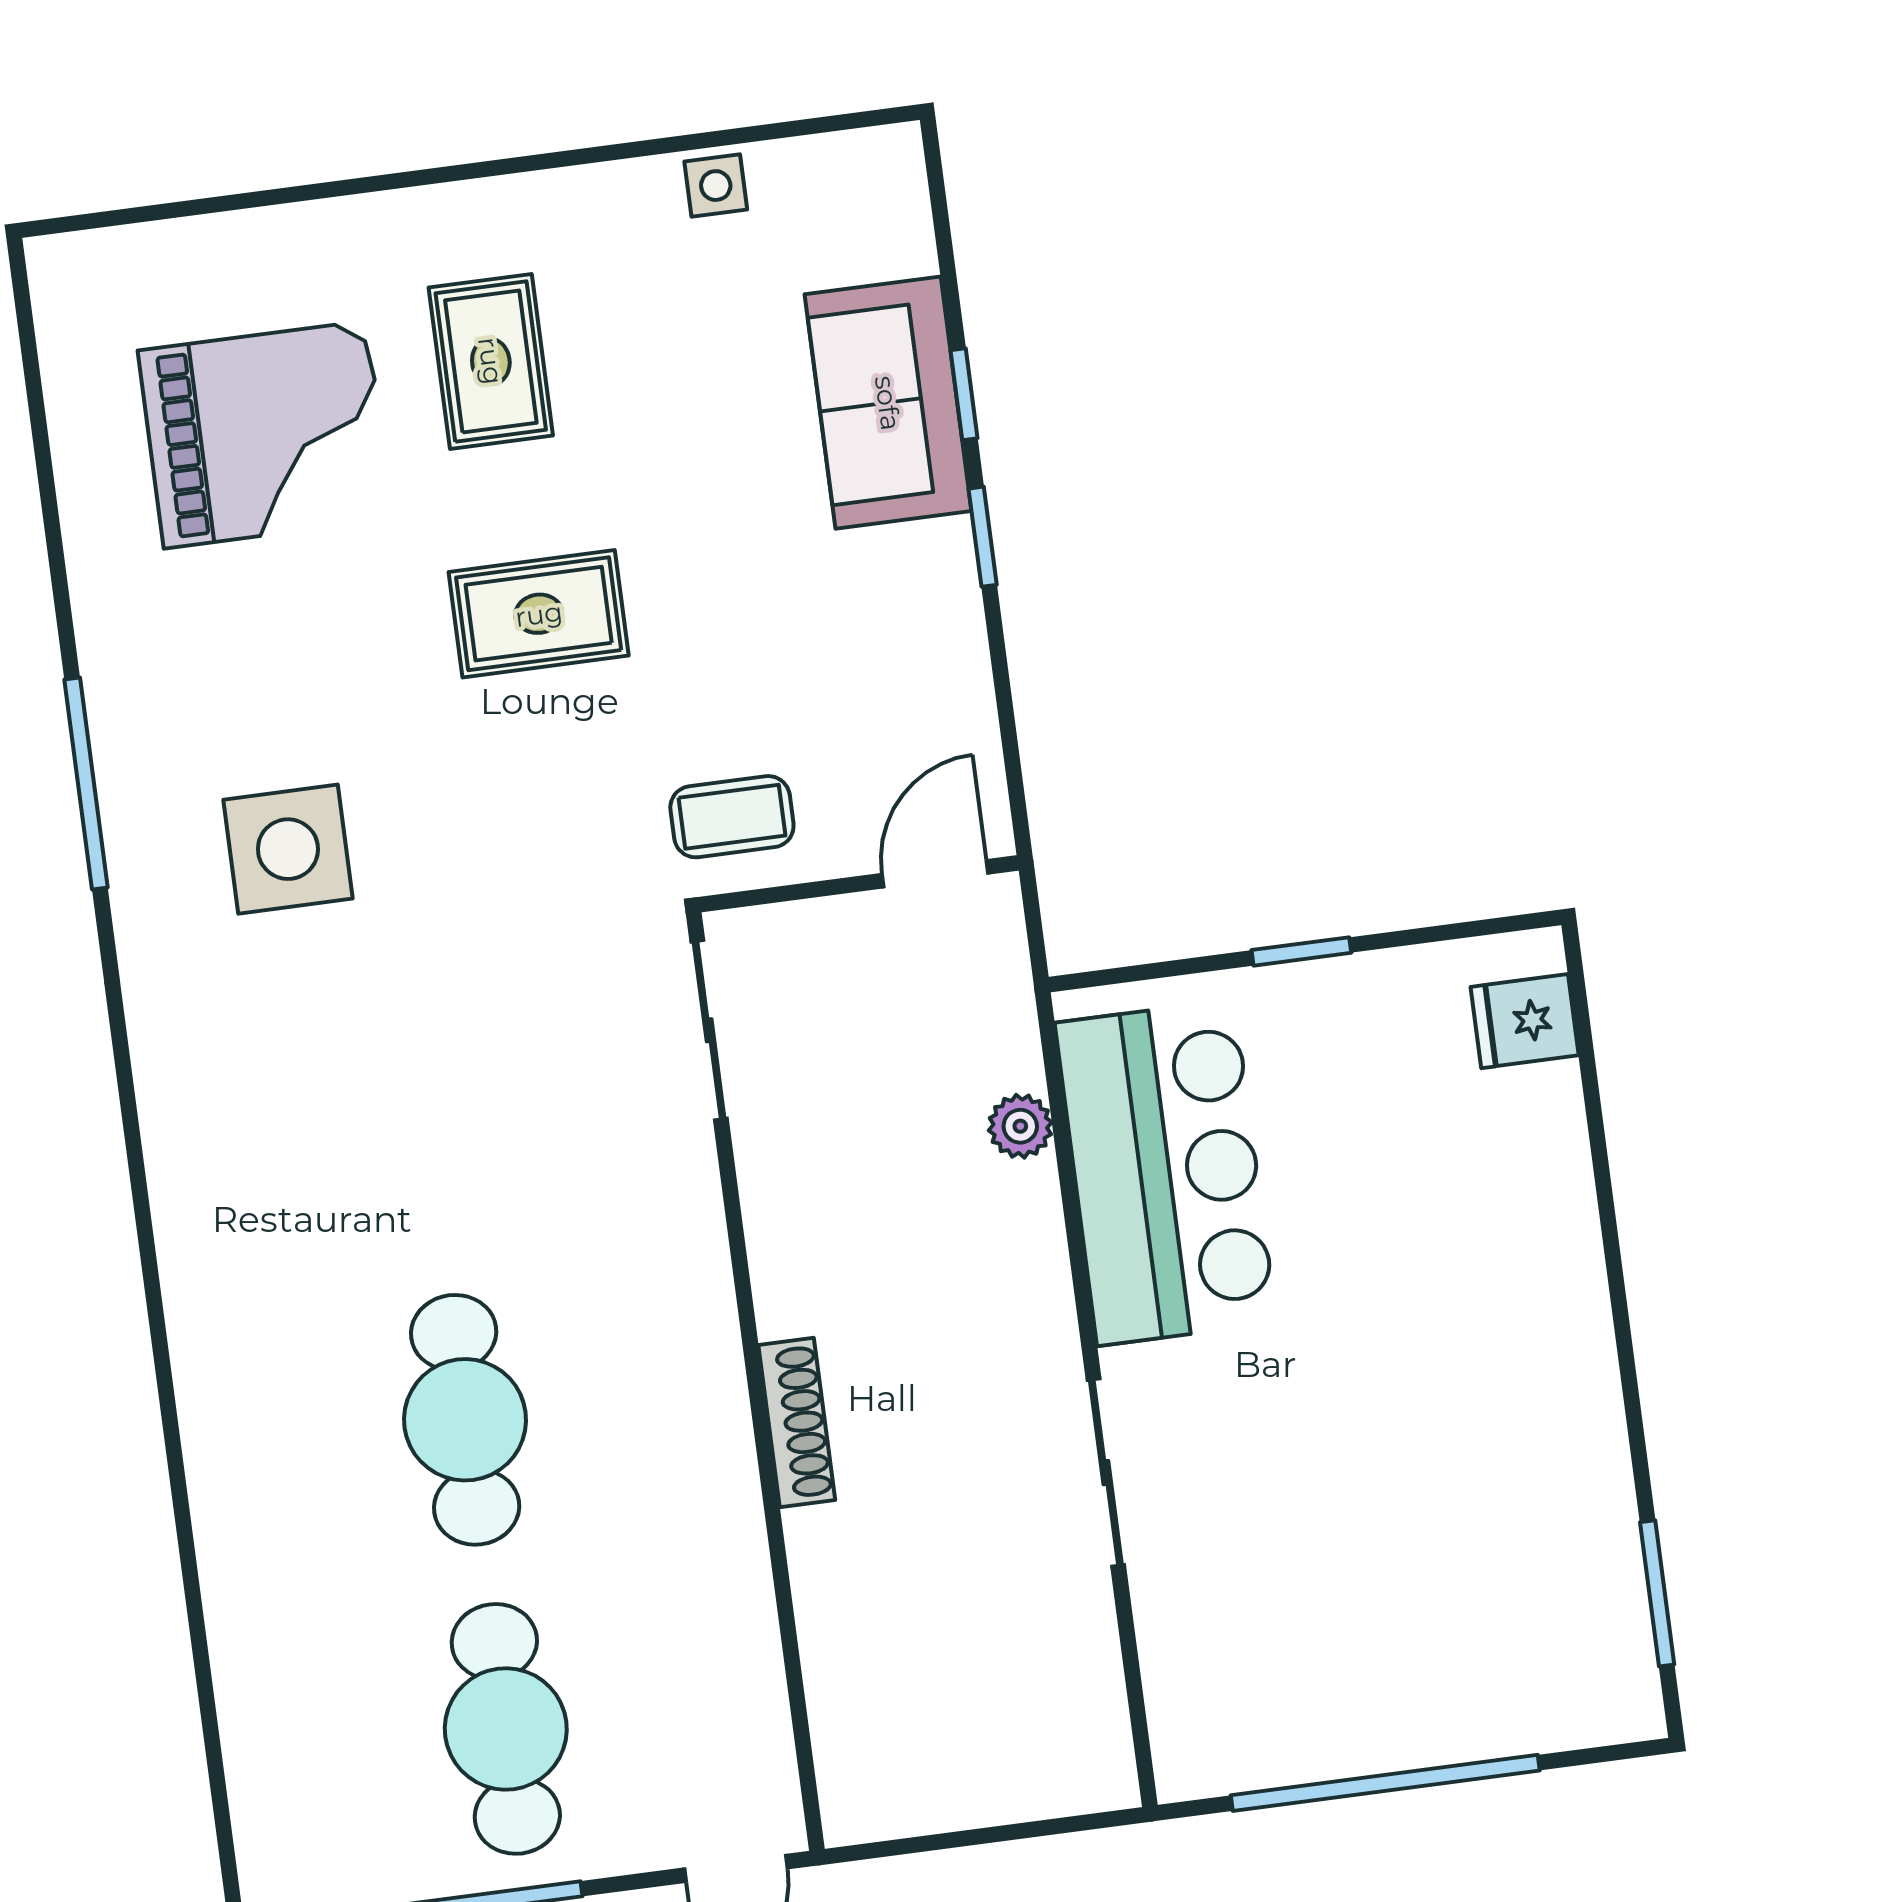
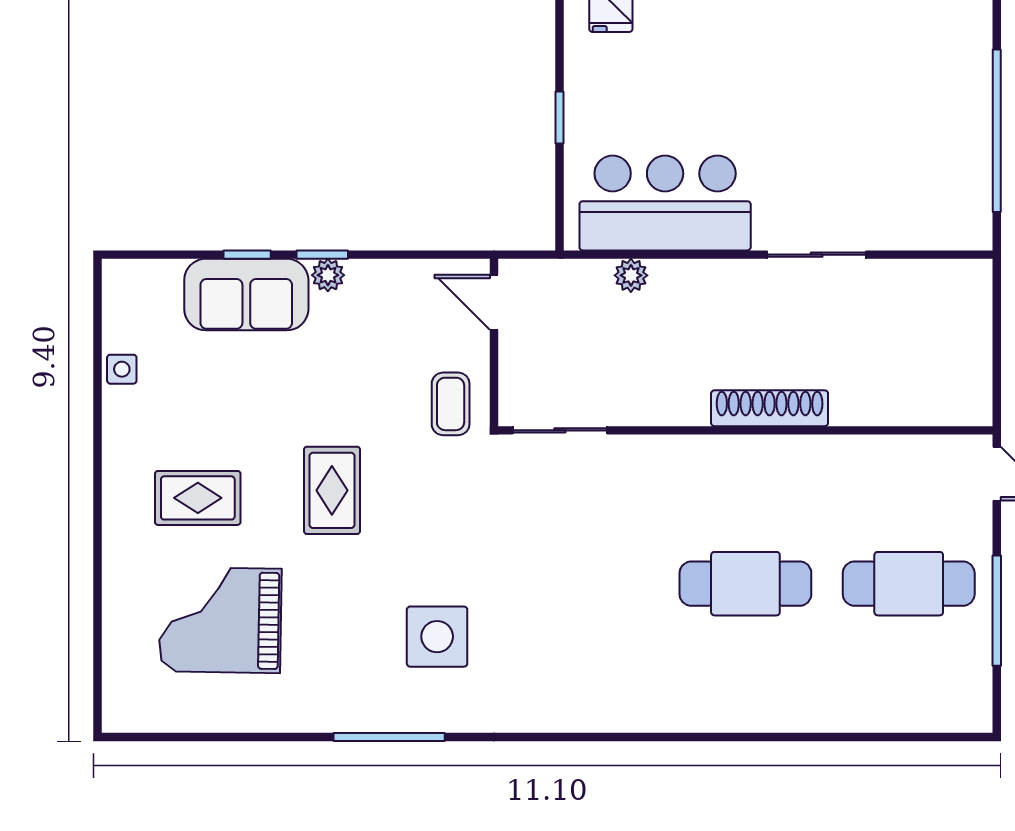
grand piano: (265, 435) -> (220, 620), turned -89
plant: (945, 552) -> (328, 275), added
shoe rack: (797, 1423) -> (770, 408), width x1.36, depth x1.24

